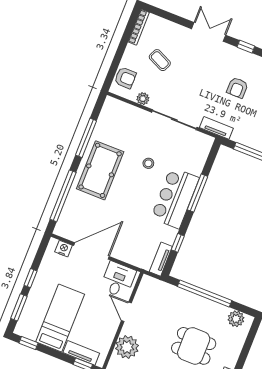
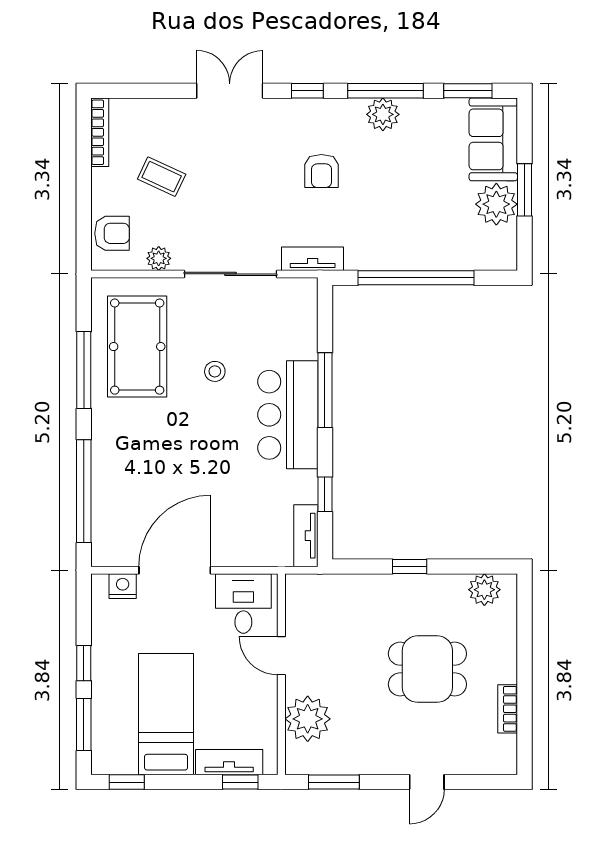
pool table: (100, 170) -> (137, 347), moved
window: (205, 294) -> (410, 567), width x0.32

